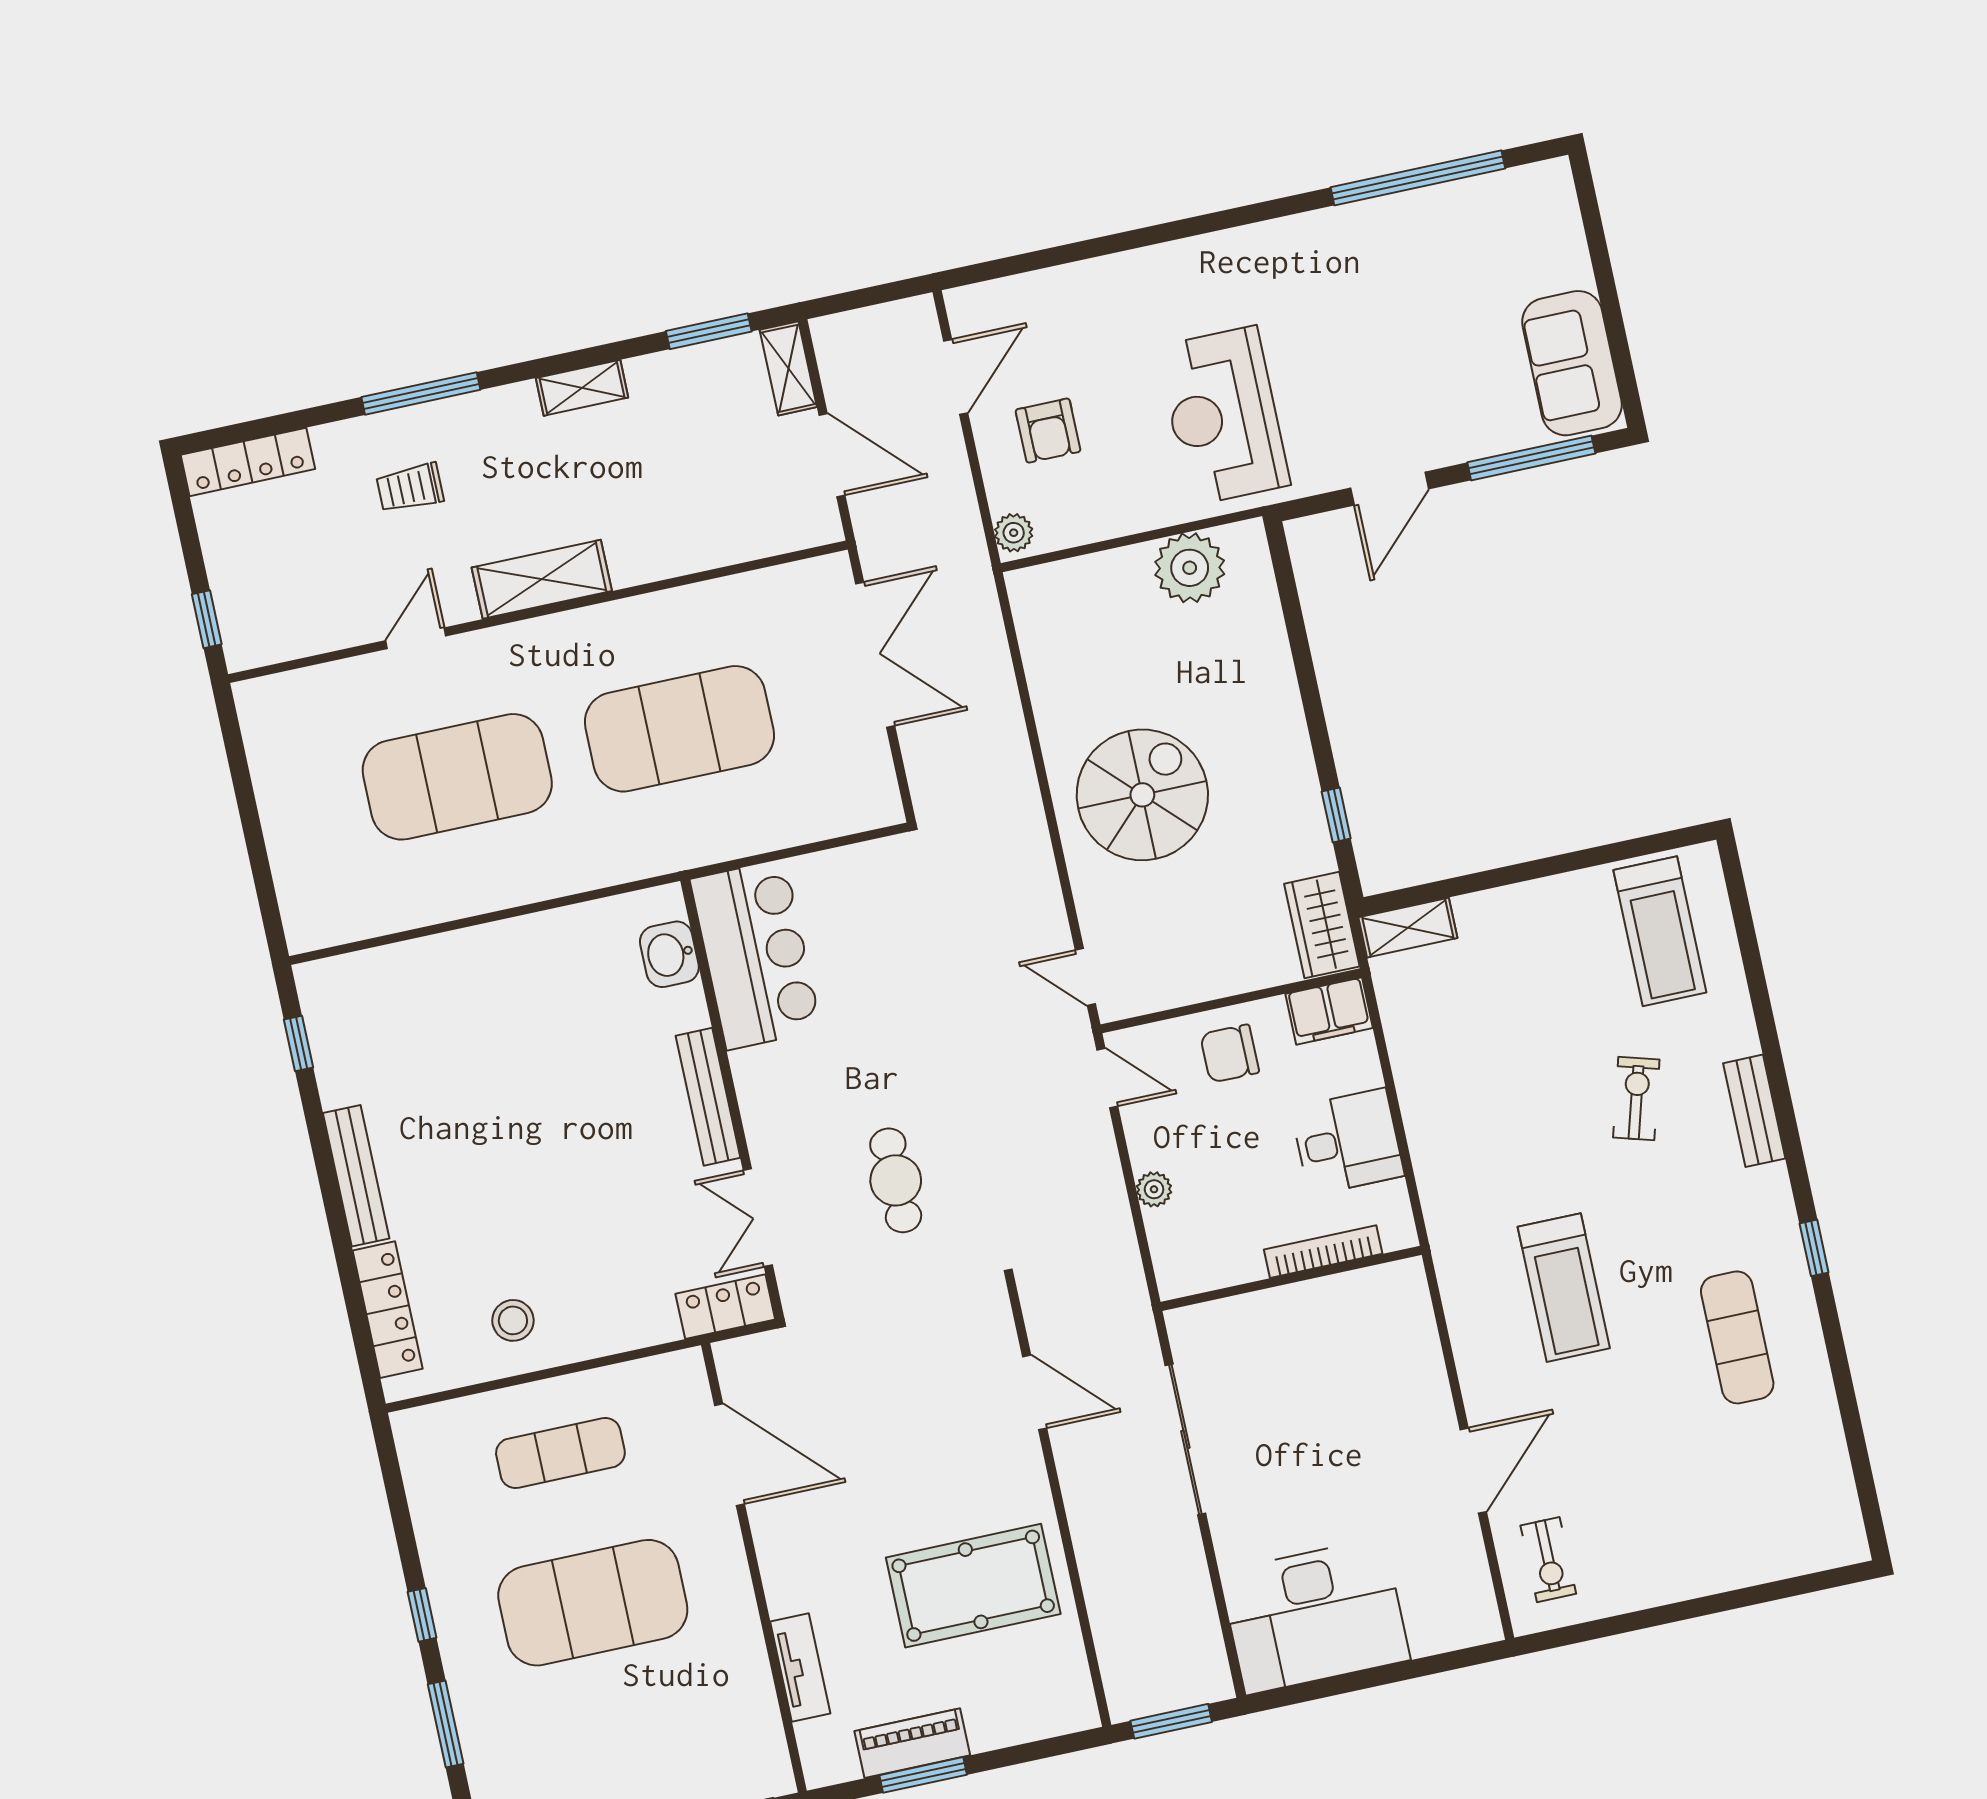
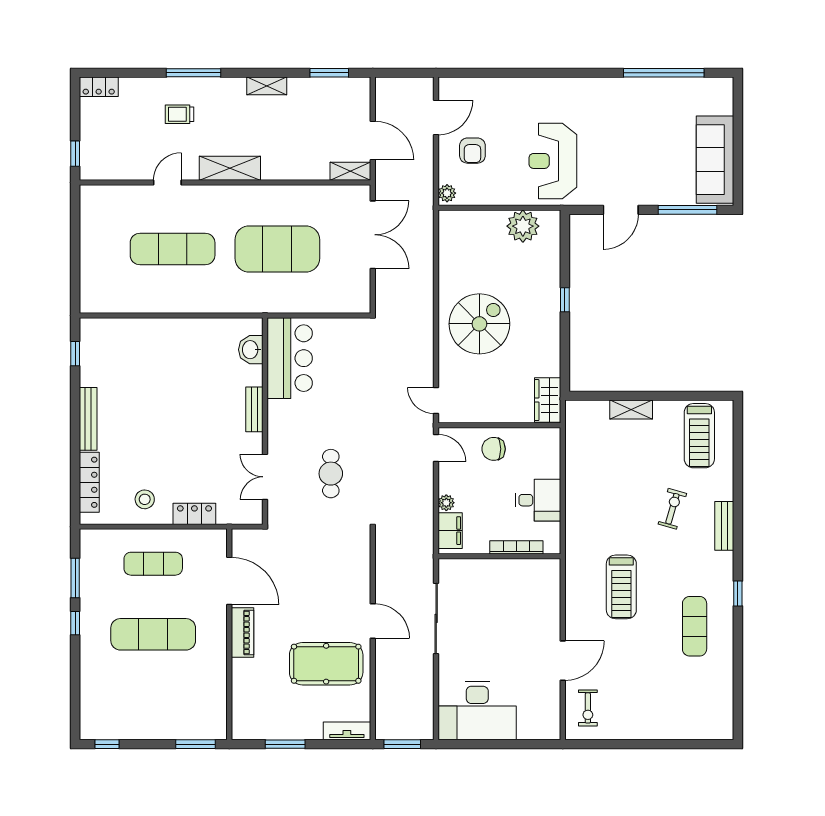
sofa: (1572, 363) -> (715, 160), width x1.36
shelving: (788, 368) -> (350, 171), moved, turned 90
locker: (248, 462) -> (99, 87), width x0.66
exercise mat: (457, 777) -> (173, 249), width x0.68
window: (1336, 815) -> (565, 300), moved
shelving: (1408, 928) -> (631, 410), moved
filing cabinet: (1329, 1011) -> (450, 531), moved, turned -90
bench: (708, 1097) -> (254, 409), width x0.73
locker: (725, 1307) -> (194, 514), moved
door: (1035, 1392) -> (373, 621), moved
exercise mat: (593, 1603) -> (153, 634), width x0.68
tv unit: (800, 1667) -> (347, 731), moved, turned -90
window: (446, 1724) -> (75, 578), moved
piano: (912, 1743) -> (242, 632), moved, turned 90

